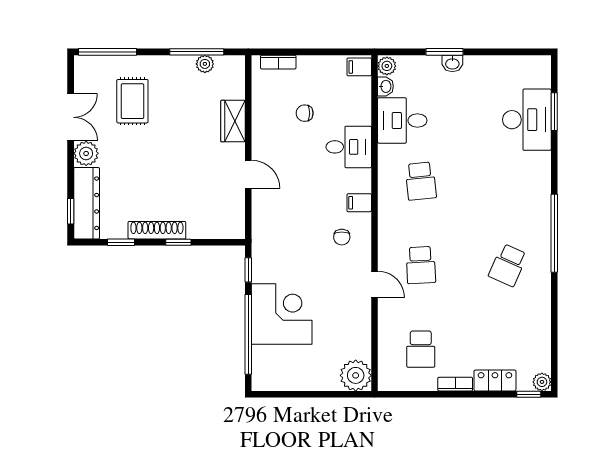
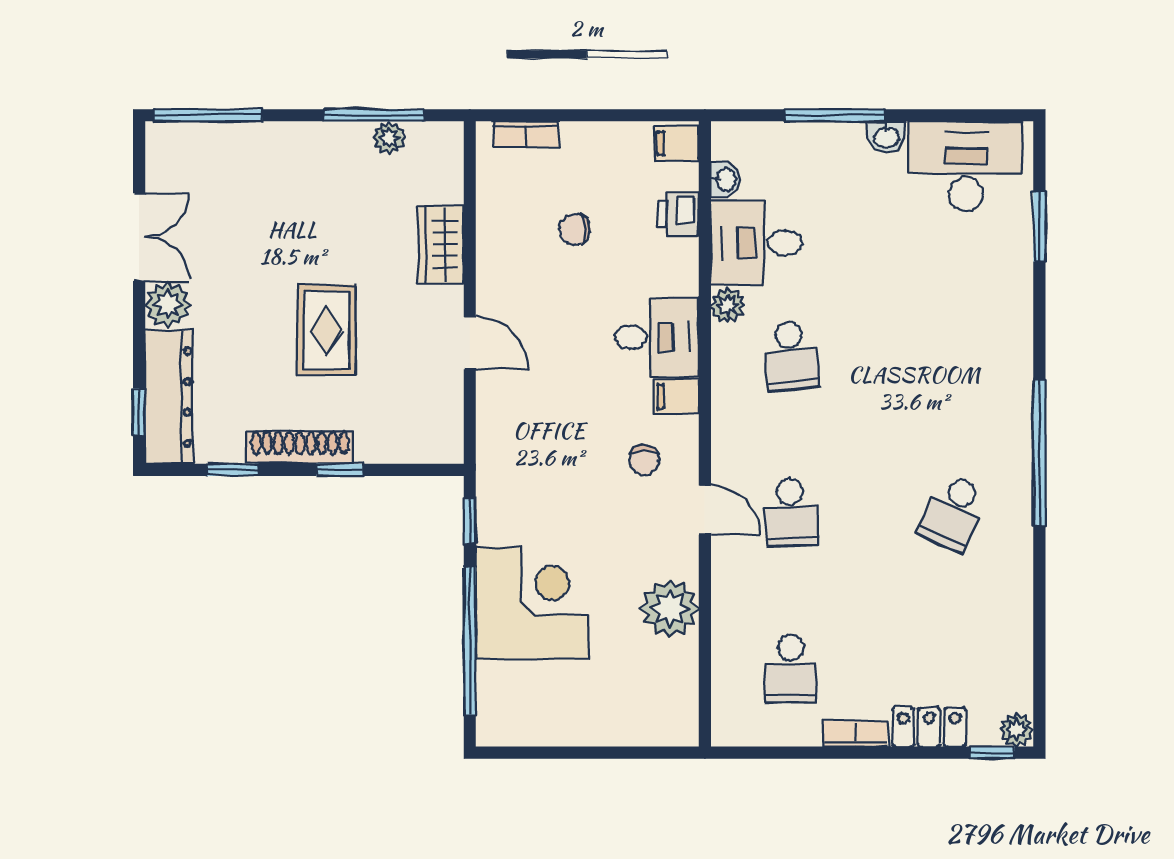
window: (444, 52) -> (835, 115), width x1.44
washbasin: (452, 63) -> (886, 137), moved
plant: (387, 66) -> (728, 306), moved
rug: (132, 101) -> (326, 330), moved
printer: (360, 105) -> (679, 214), added
desk: (527, 120) -> (966, 166), moved, turned -90
desk: (349, 147) -> (657, 337), moved
door: (374, 284) -> (705, 510), moved
plant: (356, 375) -> (670, 608), moved

